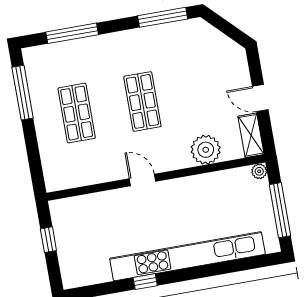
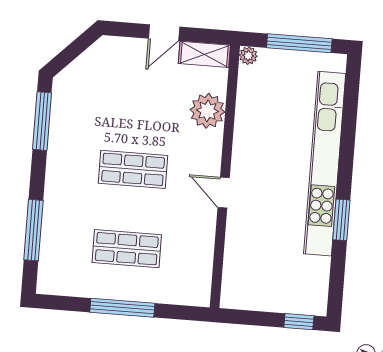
window: (23, 93) -> (122, 308), moved
door: (143, 180) -> (224, 193), hinge flipped
window: (48, 240) -> (299, 322), moved
window: (145, 282) -> (341, 220), width x1.50

